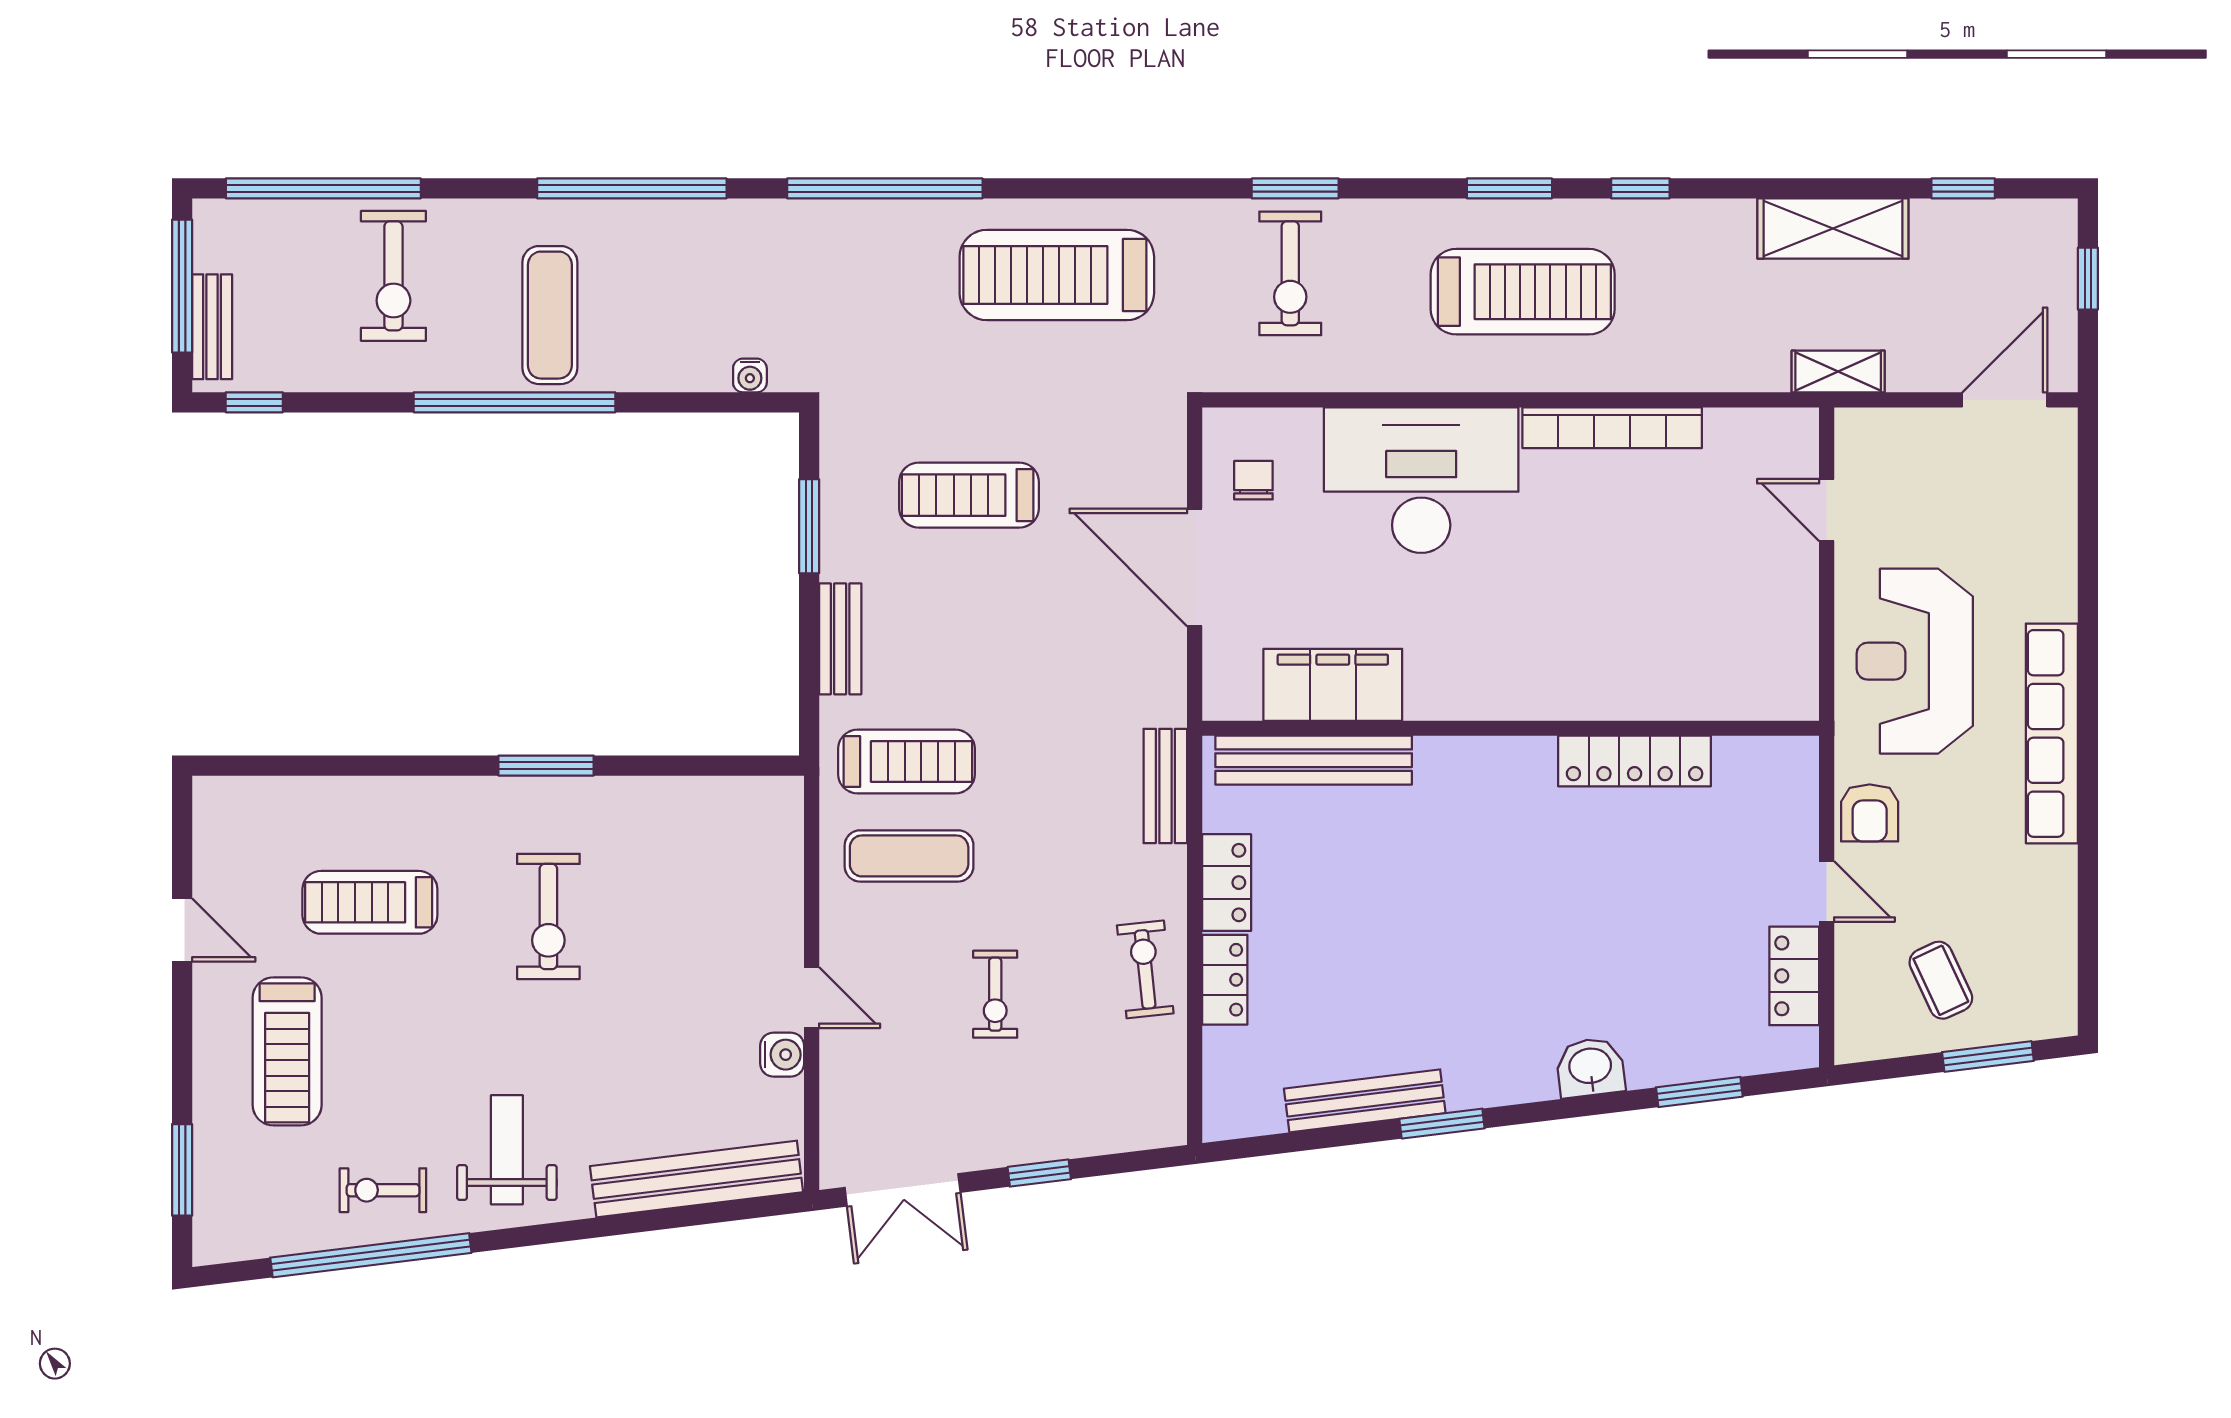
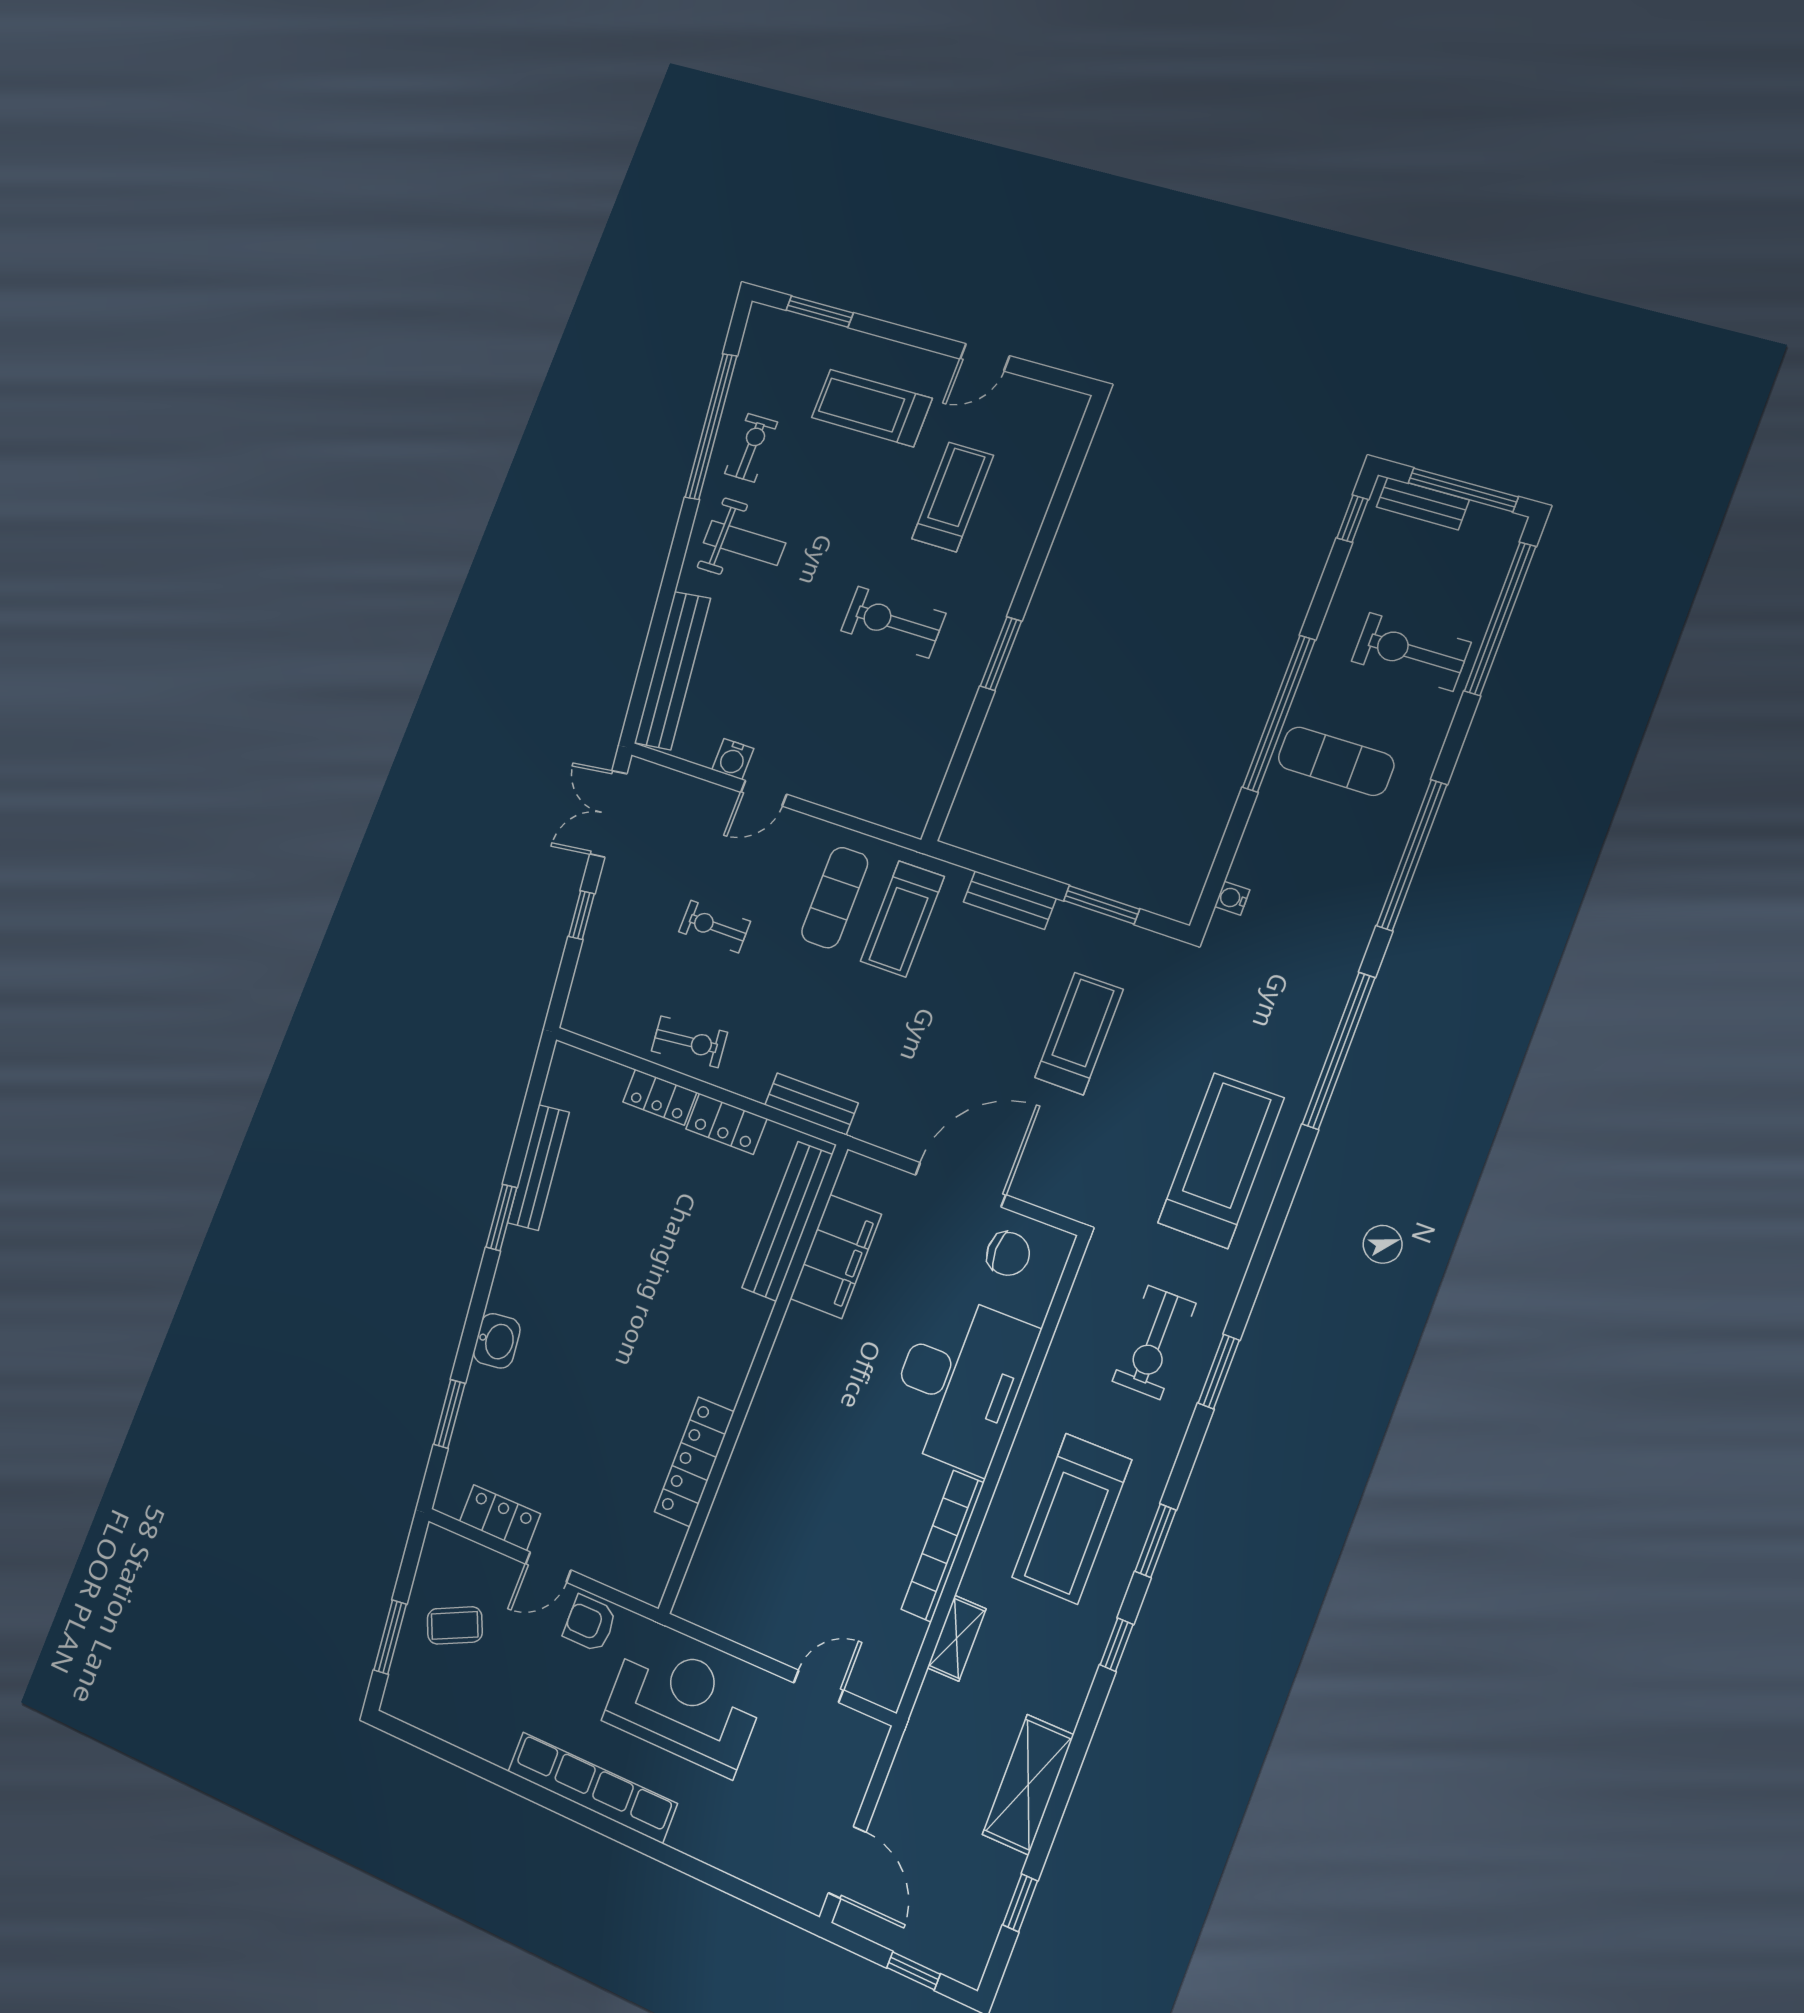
exercise bike: (1290, 273) -> (1154, 1342), turned -90
shelving: (1838, 371) -> (957, 1638), moved
chair: (1253, 480) -> (1008, 1254), width x1.37, depth x1.37

